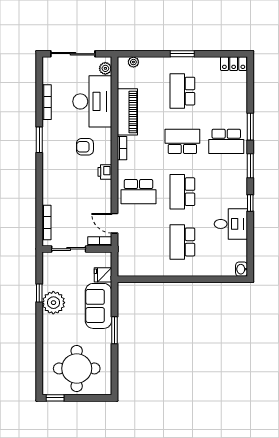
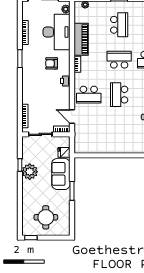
school desk: (182, 91) -> (119, 25), turned 180
school desk: (182, 242) -> (119, 130), removed
round table: (77, 368) -> (46, 217), width x0.73, depth x0.73

